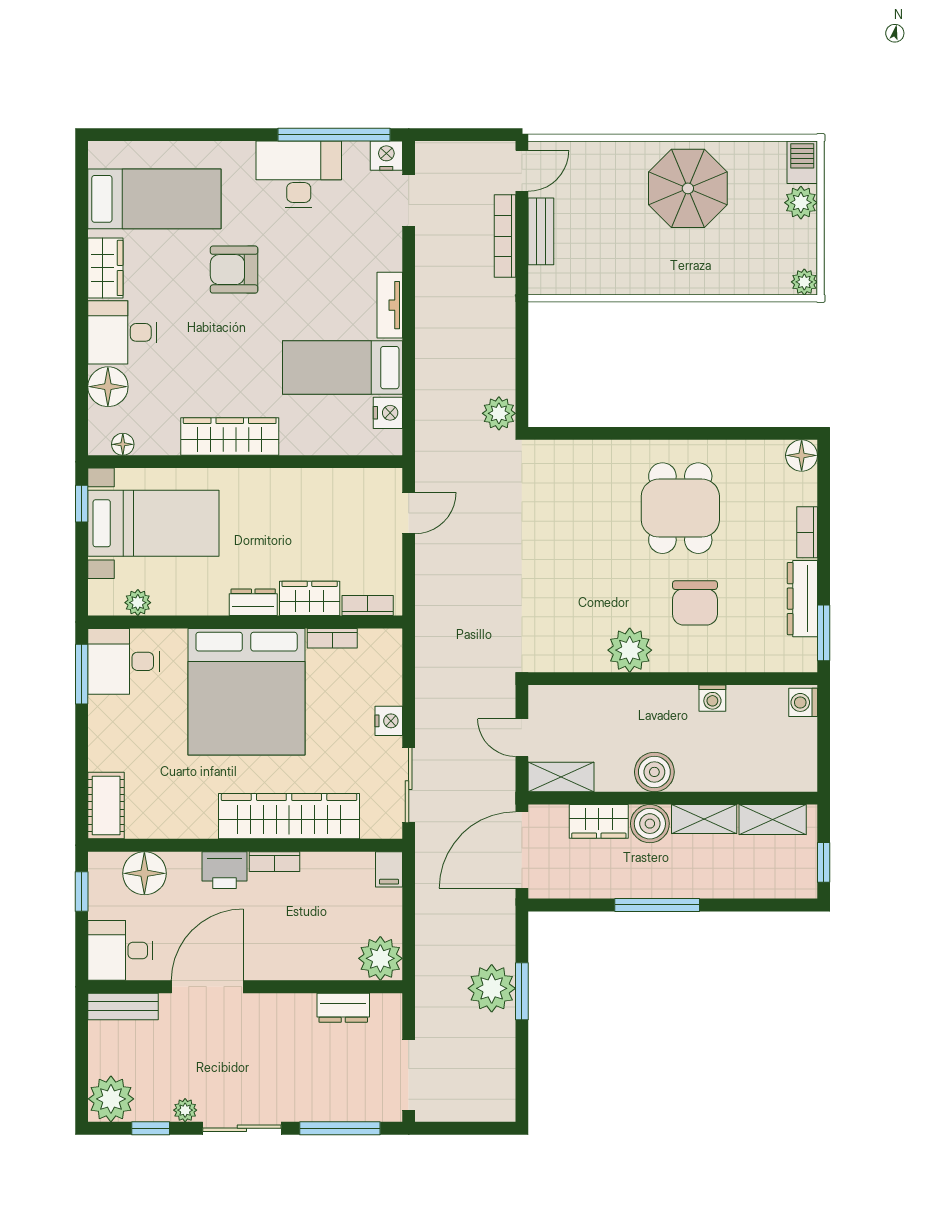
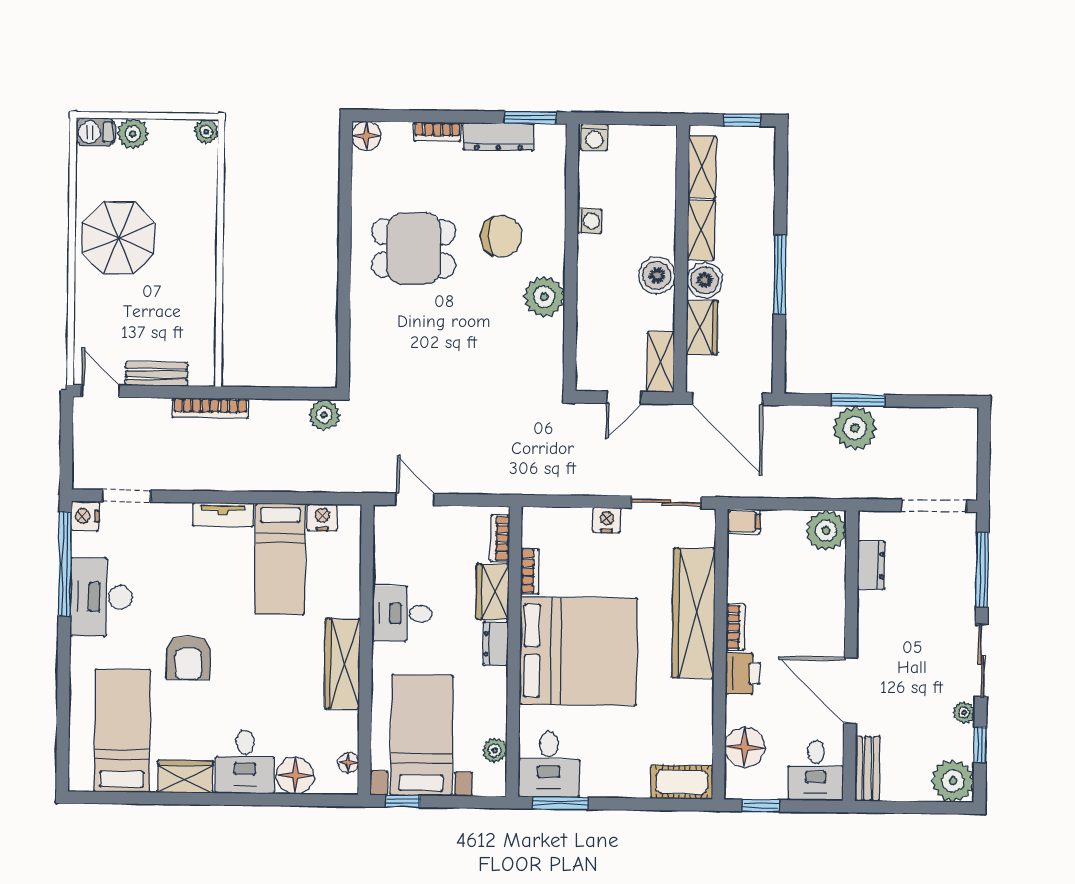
bookcase: (505, 236) -> (210, 408), moved
desk: (285, 500) -> (402, 614), added

